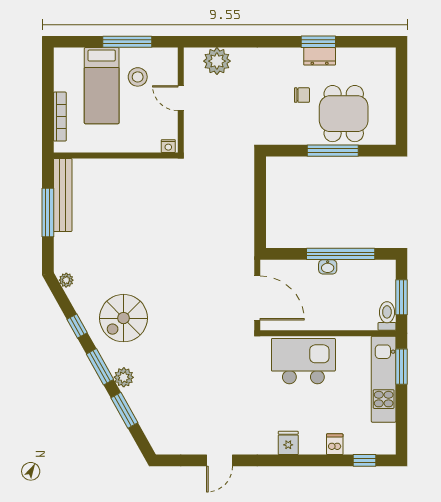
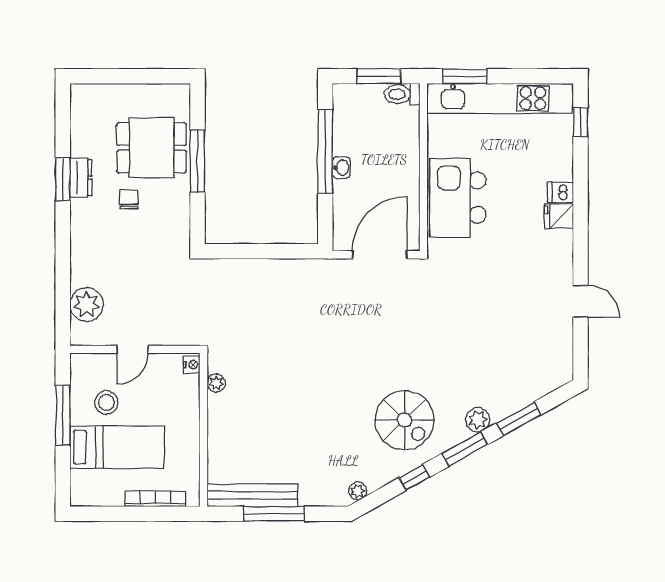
plant: (154, 166) -> (216, 383), added
kitchen unit: (384, 379) -> (500, 98), width x1.36
dishwasher: (335, 444) -> (561, 192), moved

